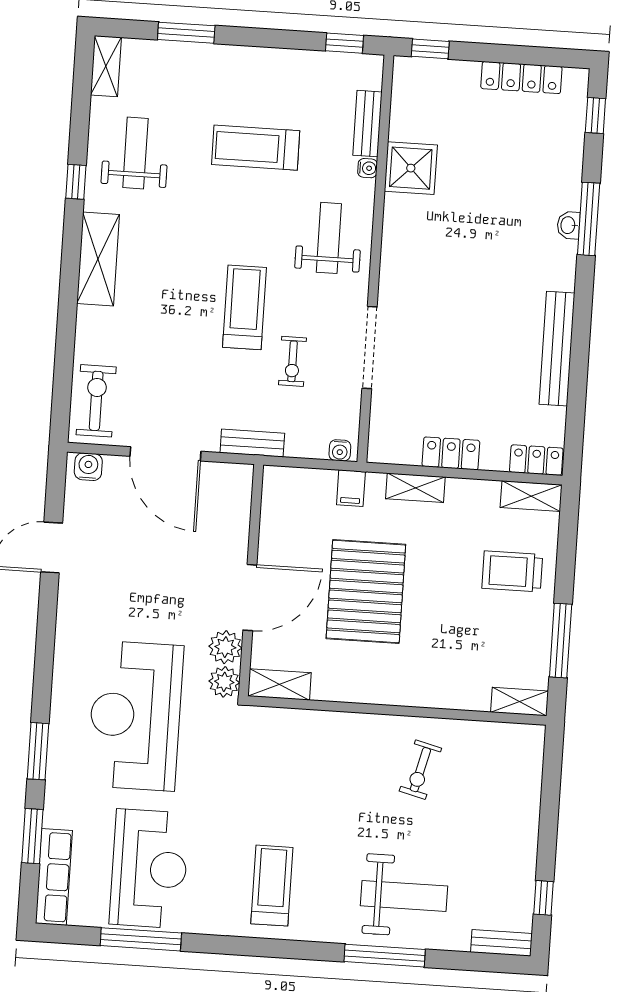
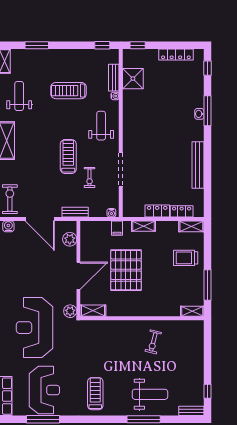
shower: (411, 168) -> (133, 79), moved
locker: (536, 460) -> (182, 211), moved
plant: (225, 647) -> (70, 239), moved

